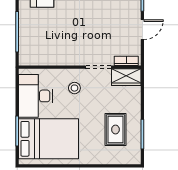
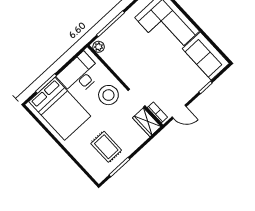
door: (142, 30) -> (179, 112), moved
plant: (27, 59) -> (99, 47), added
stool: (74, 88) -> (108, 95), width x1.89, depth x1.89
rug: (115, 129) -> (106, 147), turned 90

